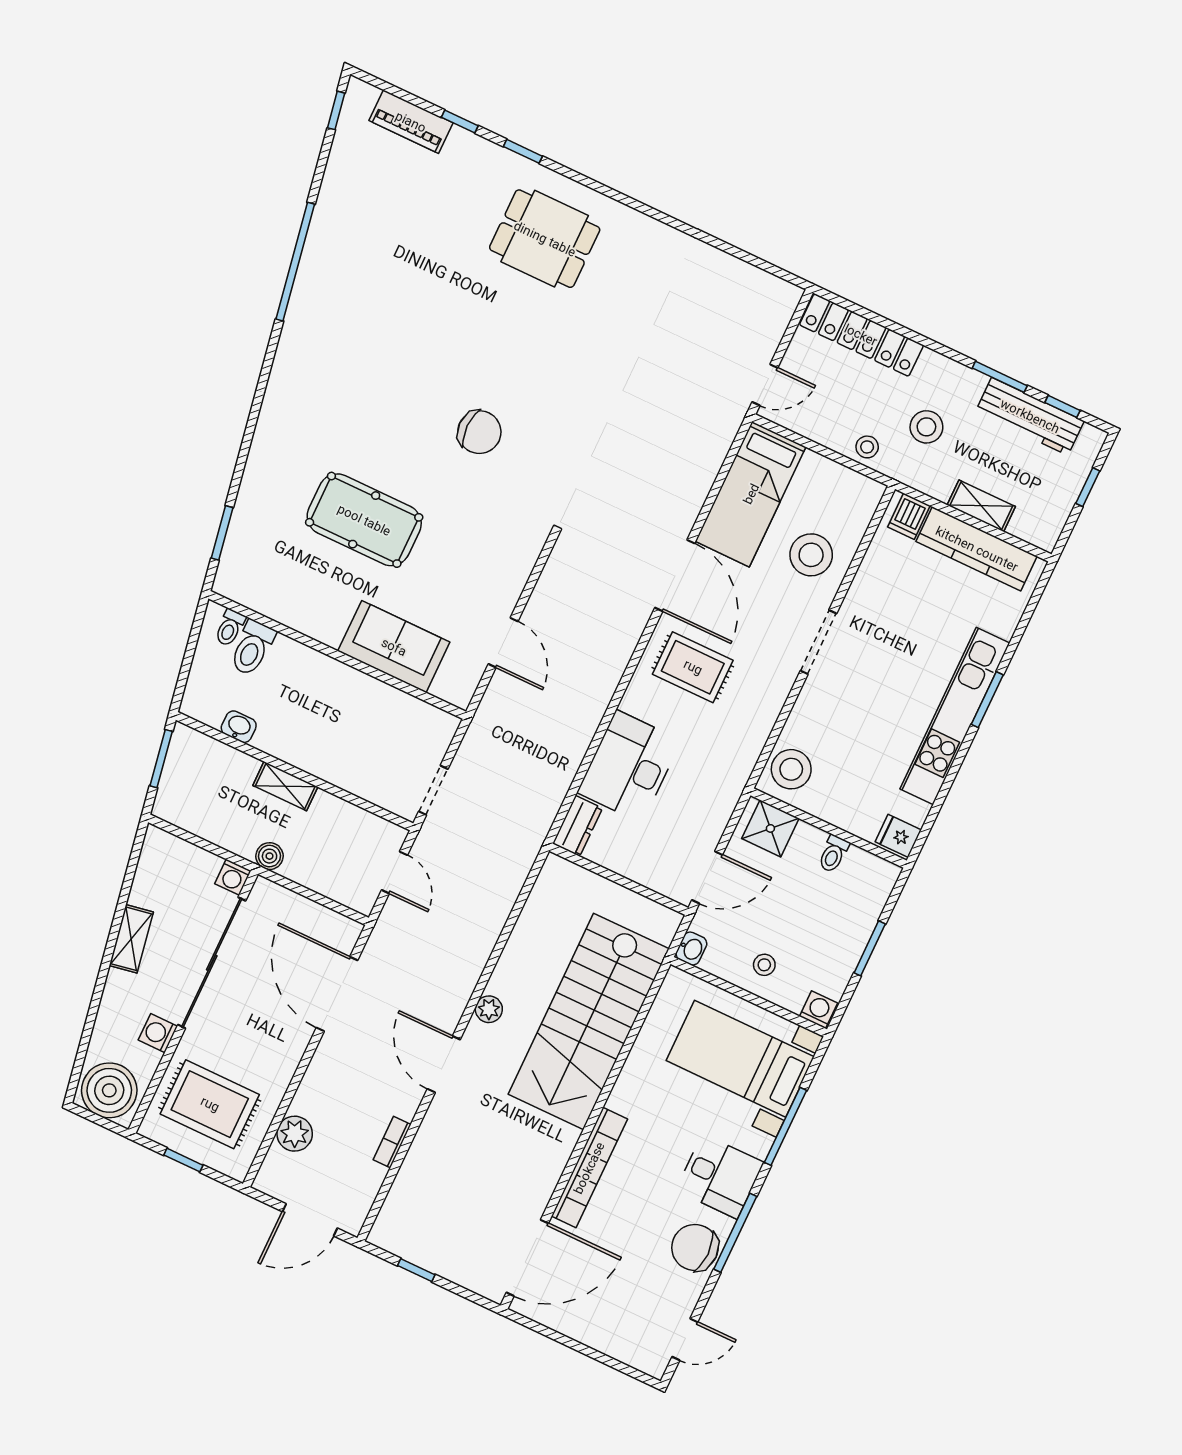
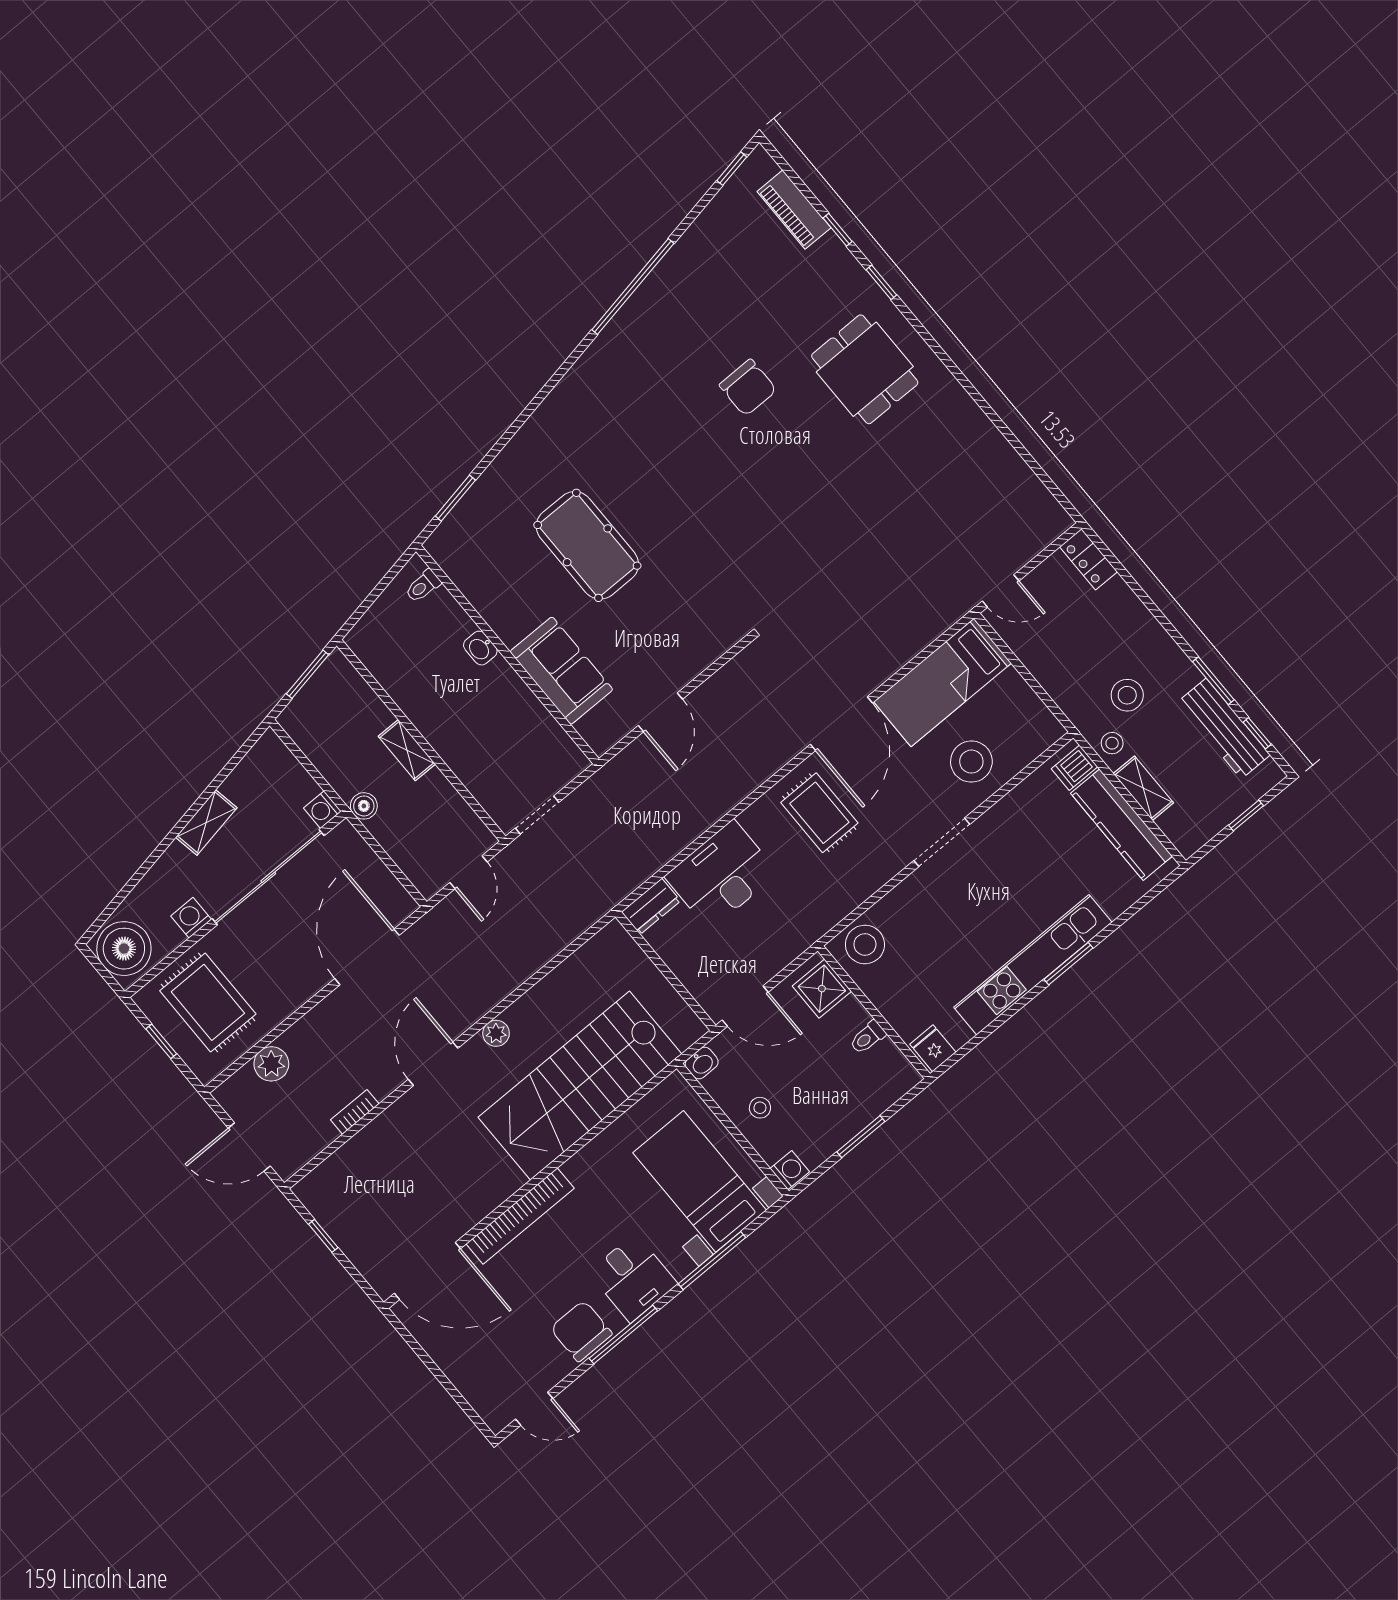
locker: (861, 335) -> (1089, 559), width x0.46, depth x0.83
chair: (479, 432) -> (748, 388), moved
stool: (867, 447) -> (1112, 743), moved
toilet: (252, 648) -> (435, 613), removed
washbasin: (239, 727) -> (480, 648), moved, turned 180

